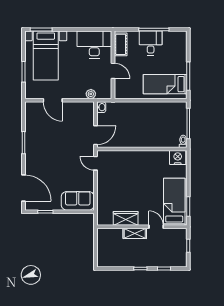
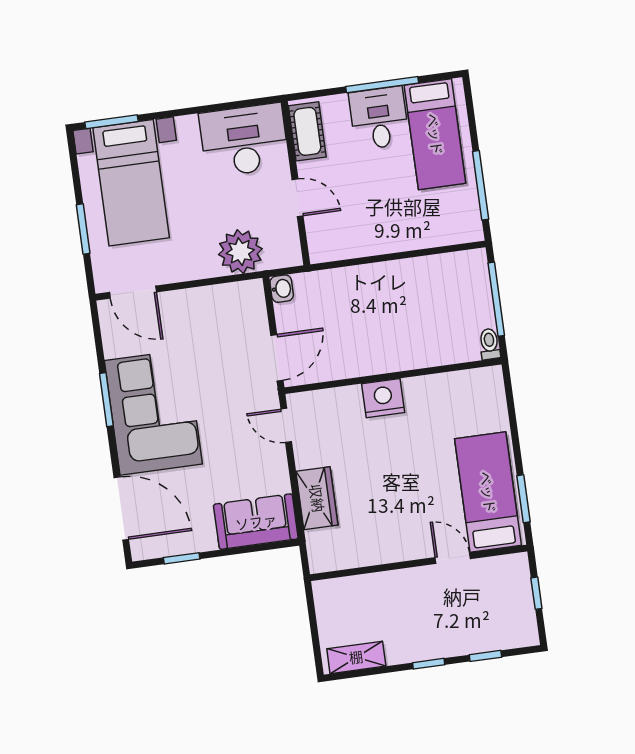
bed: (165, 84) -> (435, 134), moved, turned -90
plant: (91, 94) -> (240, 252), width x1.87, depth x1.87
door: (53, 100) -> (133, 292), moved
corner sofa: (42, 151) -> (153, 412), added
nightstand: (178, 158) -> (383, 398), moved
wardrobe: (126, 218) -> (317, 498), moved, turned 90
shelving: (135, 233) -> (356, 657), moved

